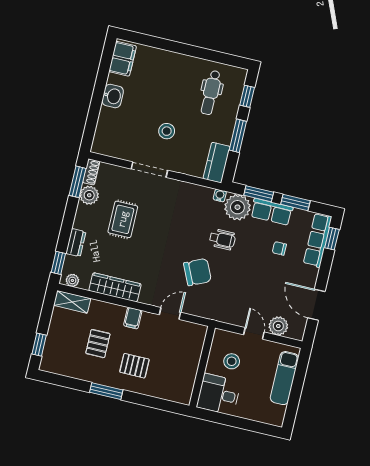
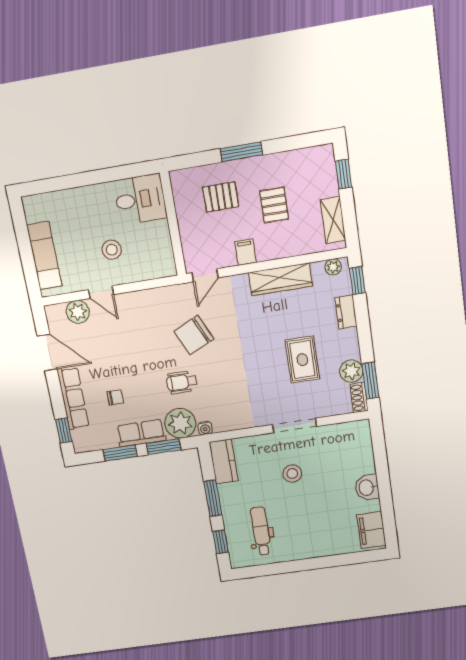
row of seats: (318, 240) -> (73, 398), moved
shelving: (72, 302) -> (333, 220), moved, turned 90
wall: (202, 367) -> (173, 224), moved
desk: (219, 394) -> (140, 199), moved

